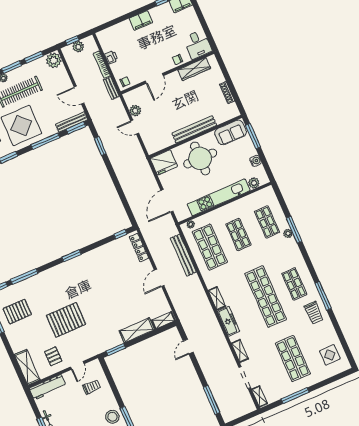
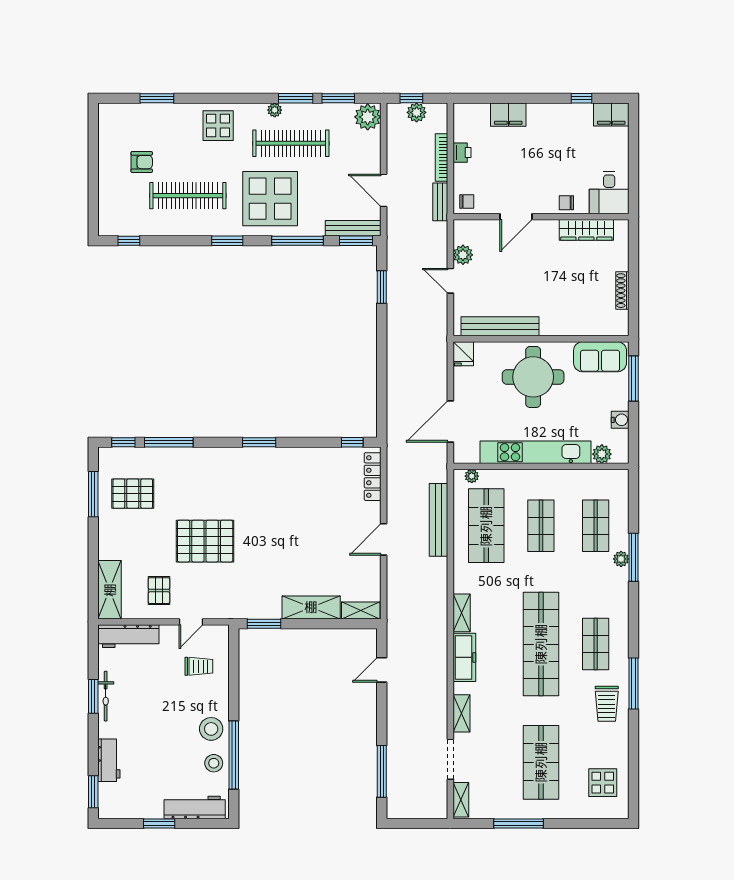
filing cabinet: (141, 21) -> (508, 115), moved
bench: (194, 129) -> (500, 326), moved
fridge: (164, 162) -> (463, 354), width x0.53, depth x0.75

